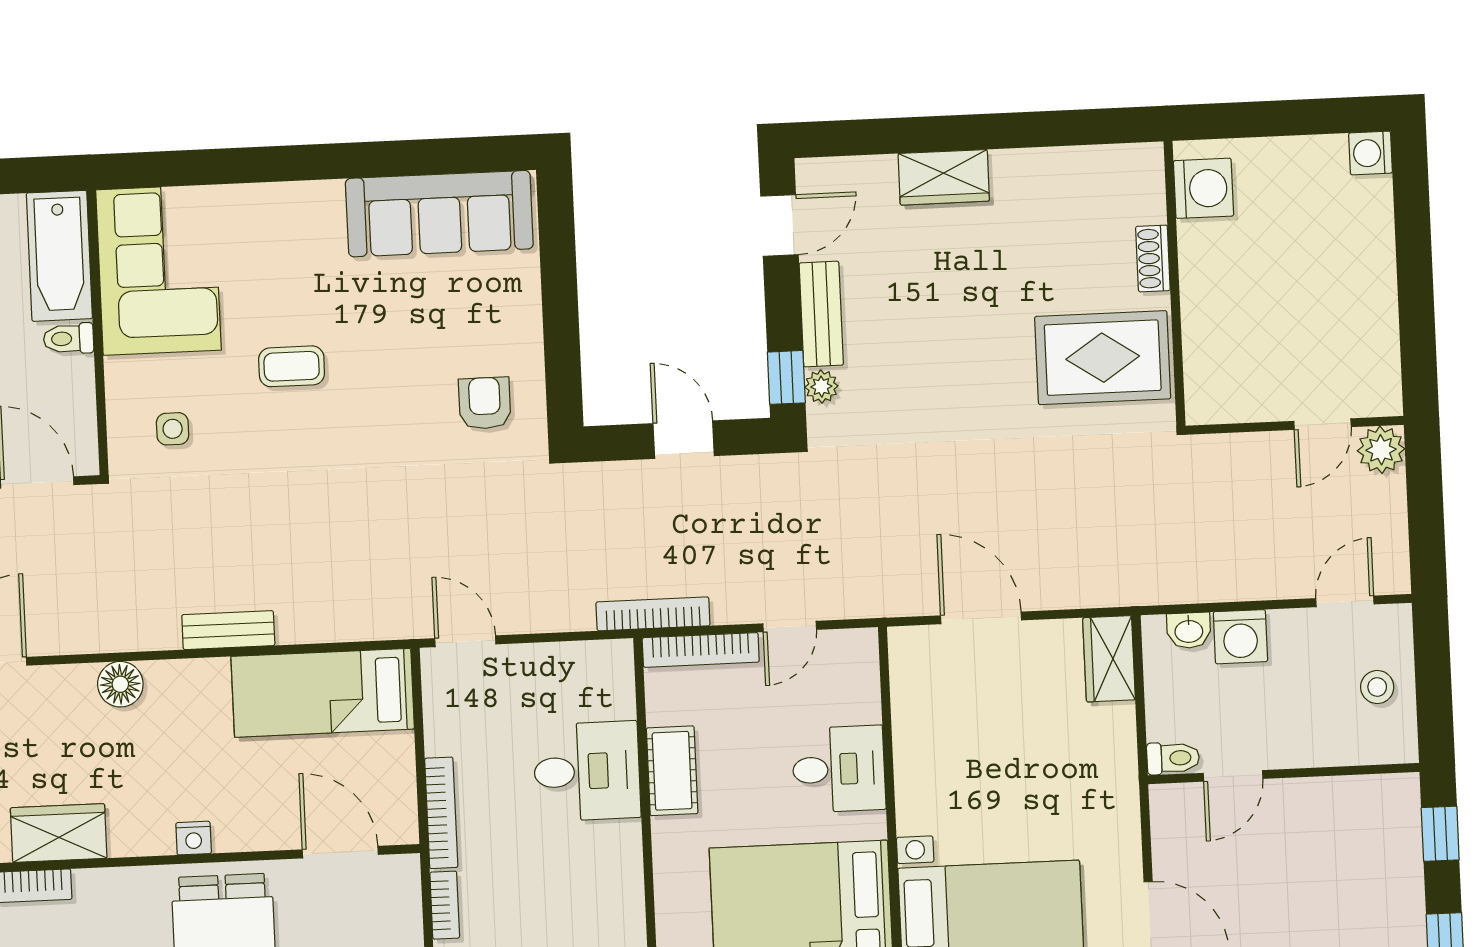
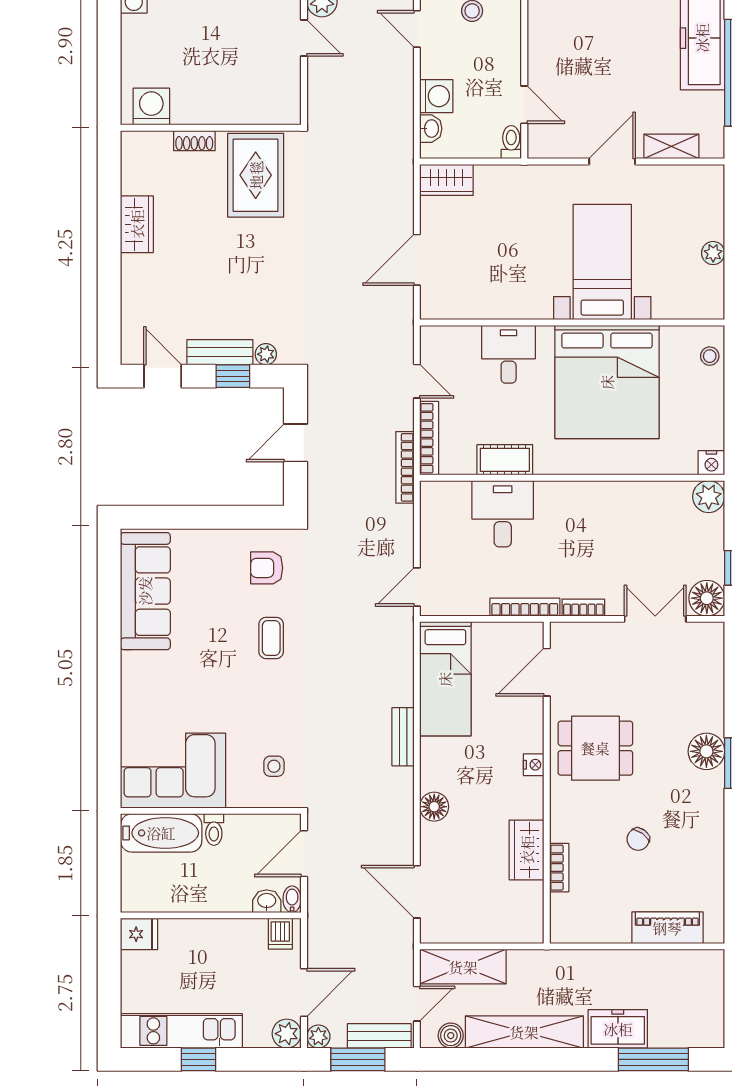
wardrobe: (944, 177) -> (137, 224), moved
coffee table: (292, 366) -> (271, 638), moved
window: (786, 377) -> (233, 376), moved

